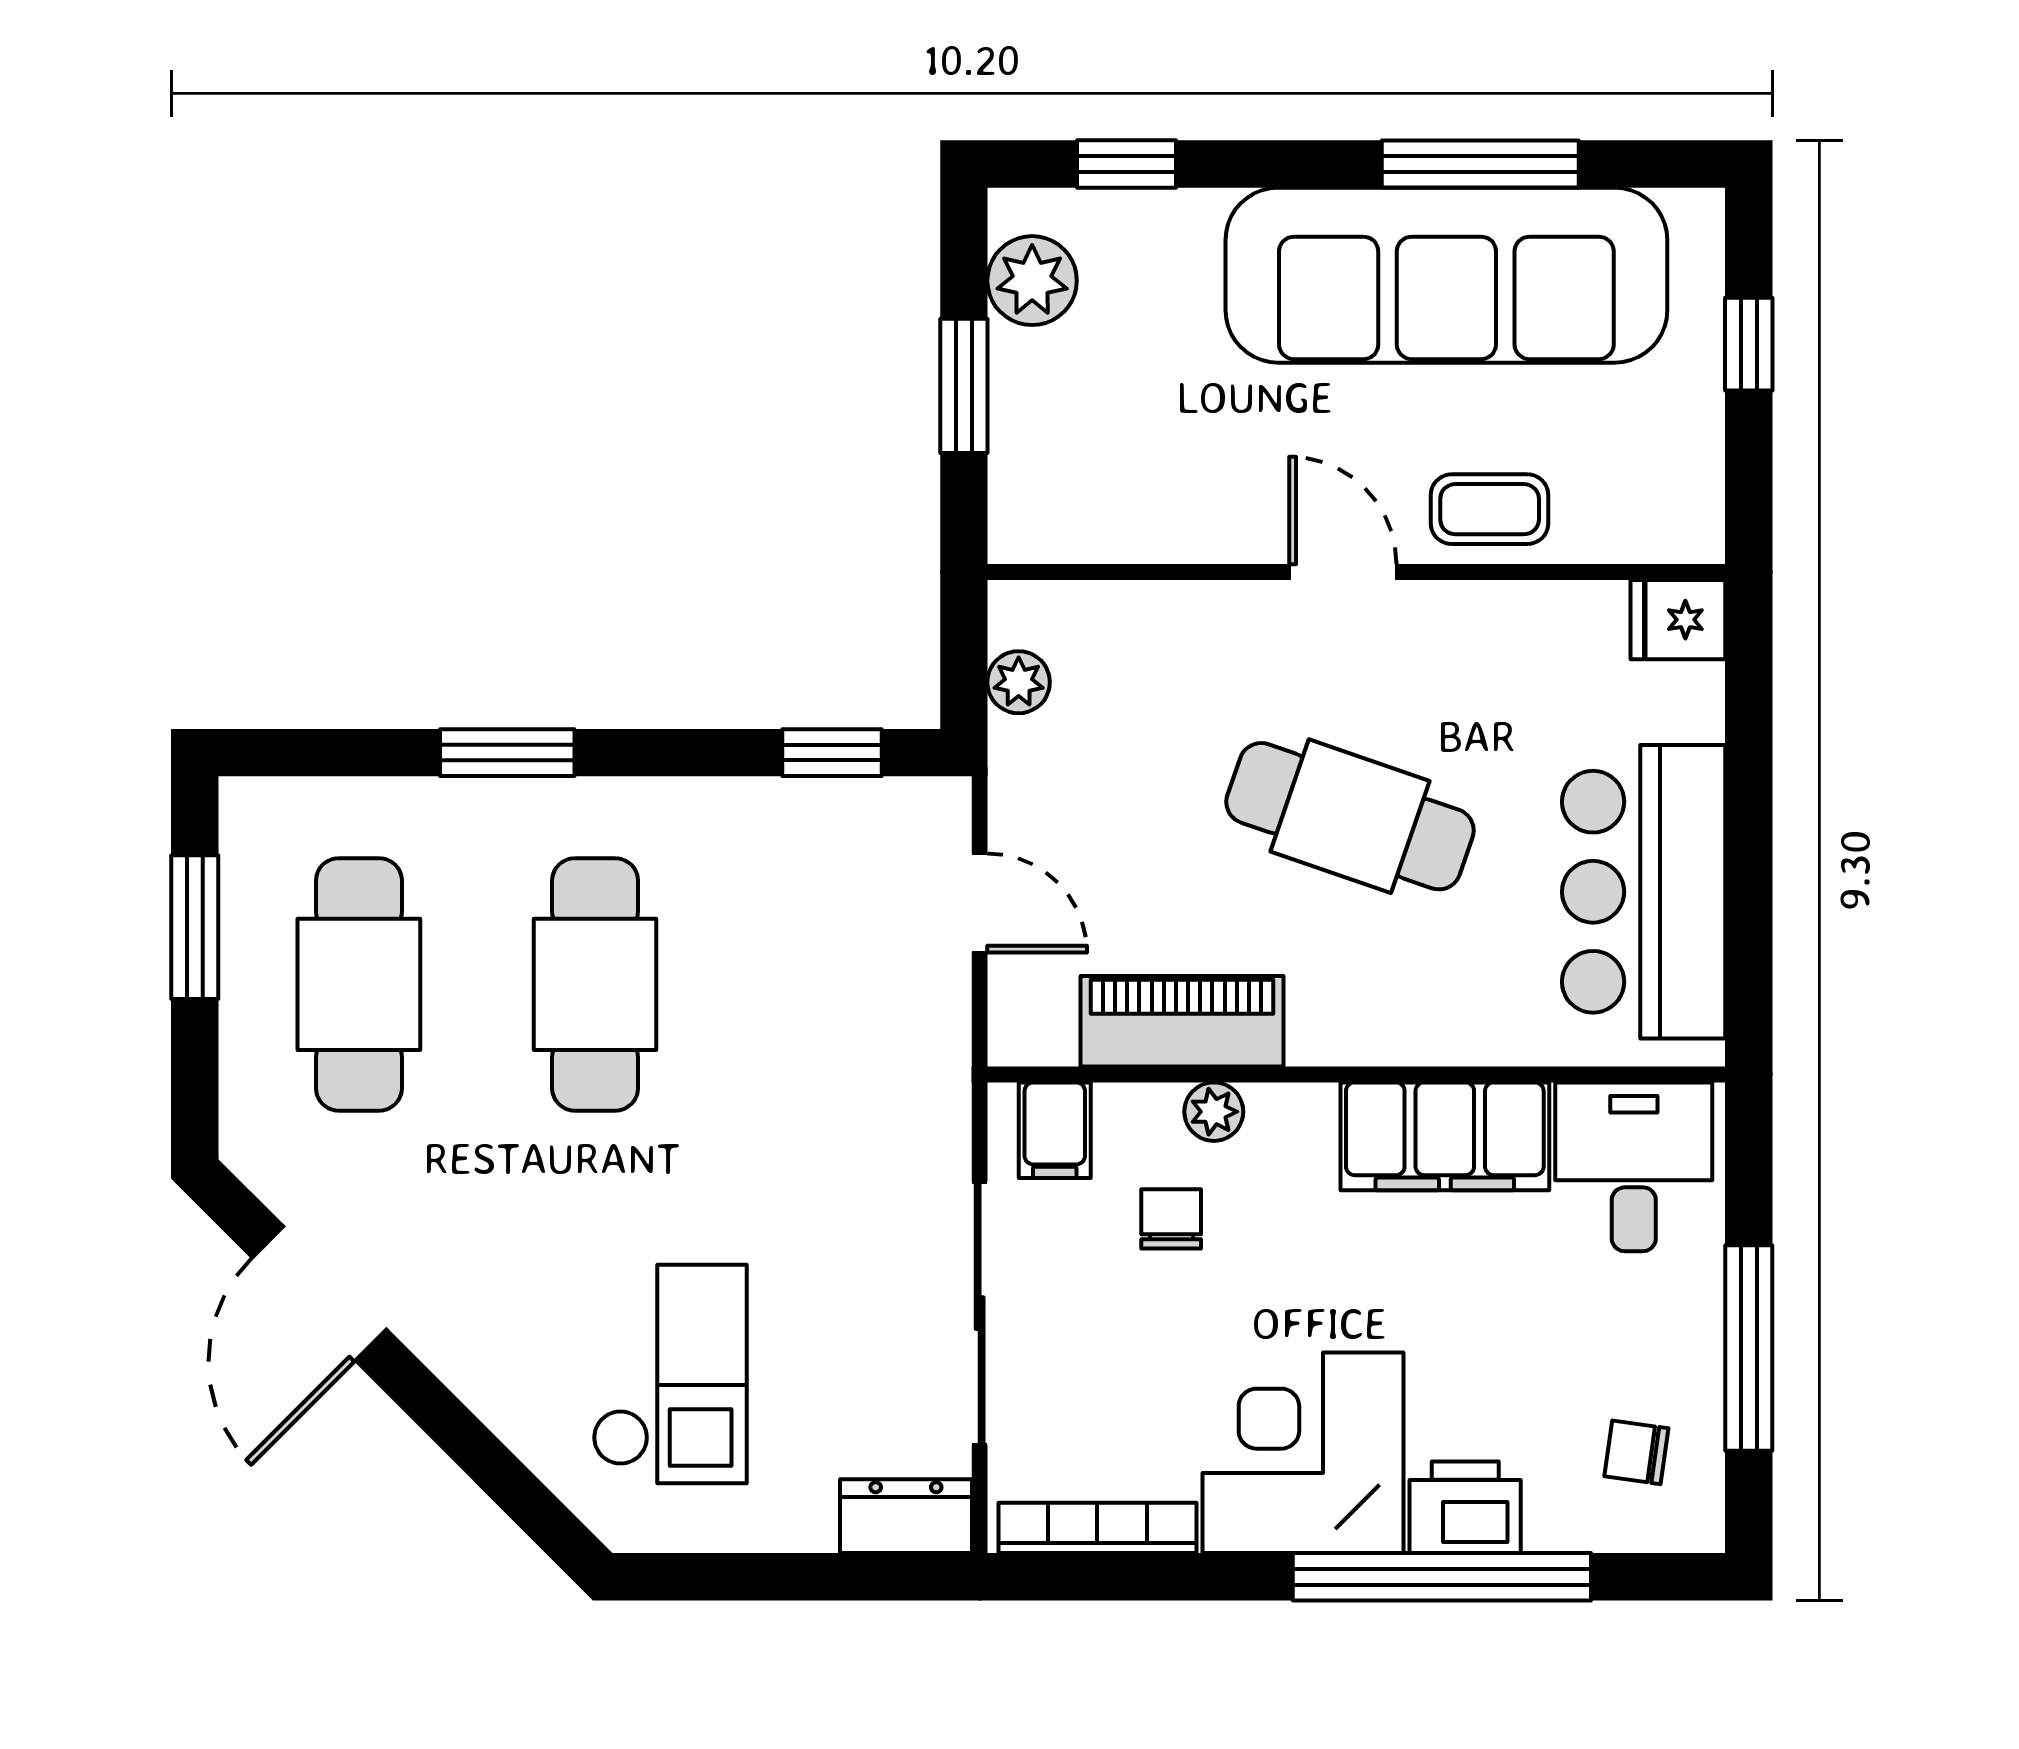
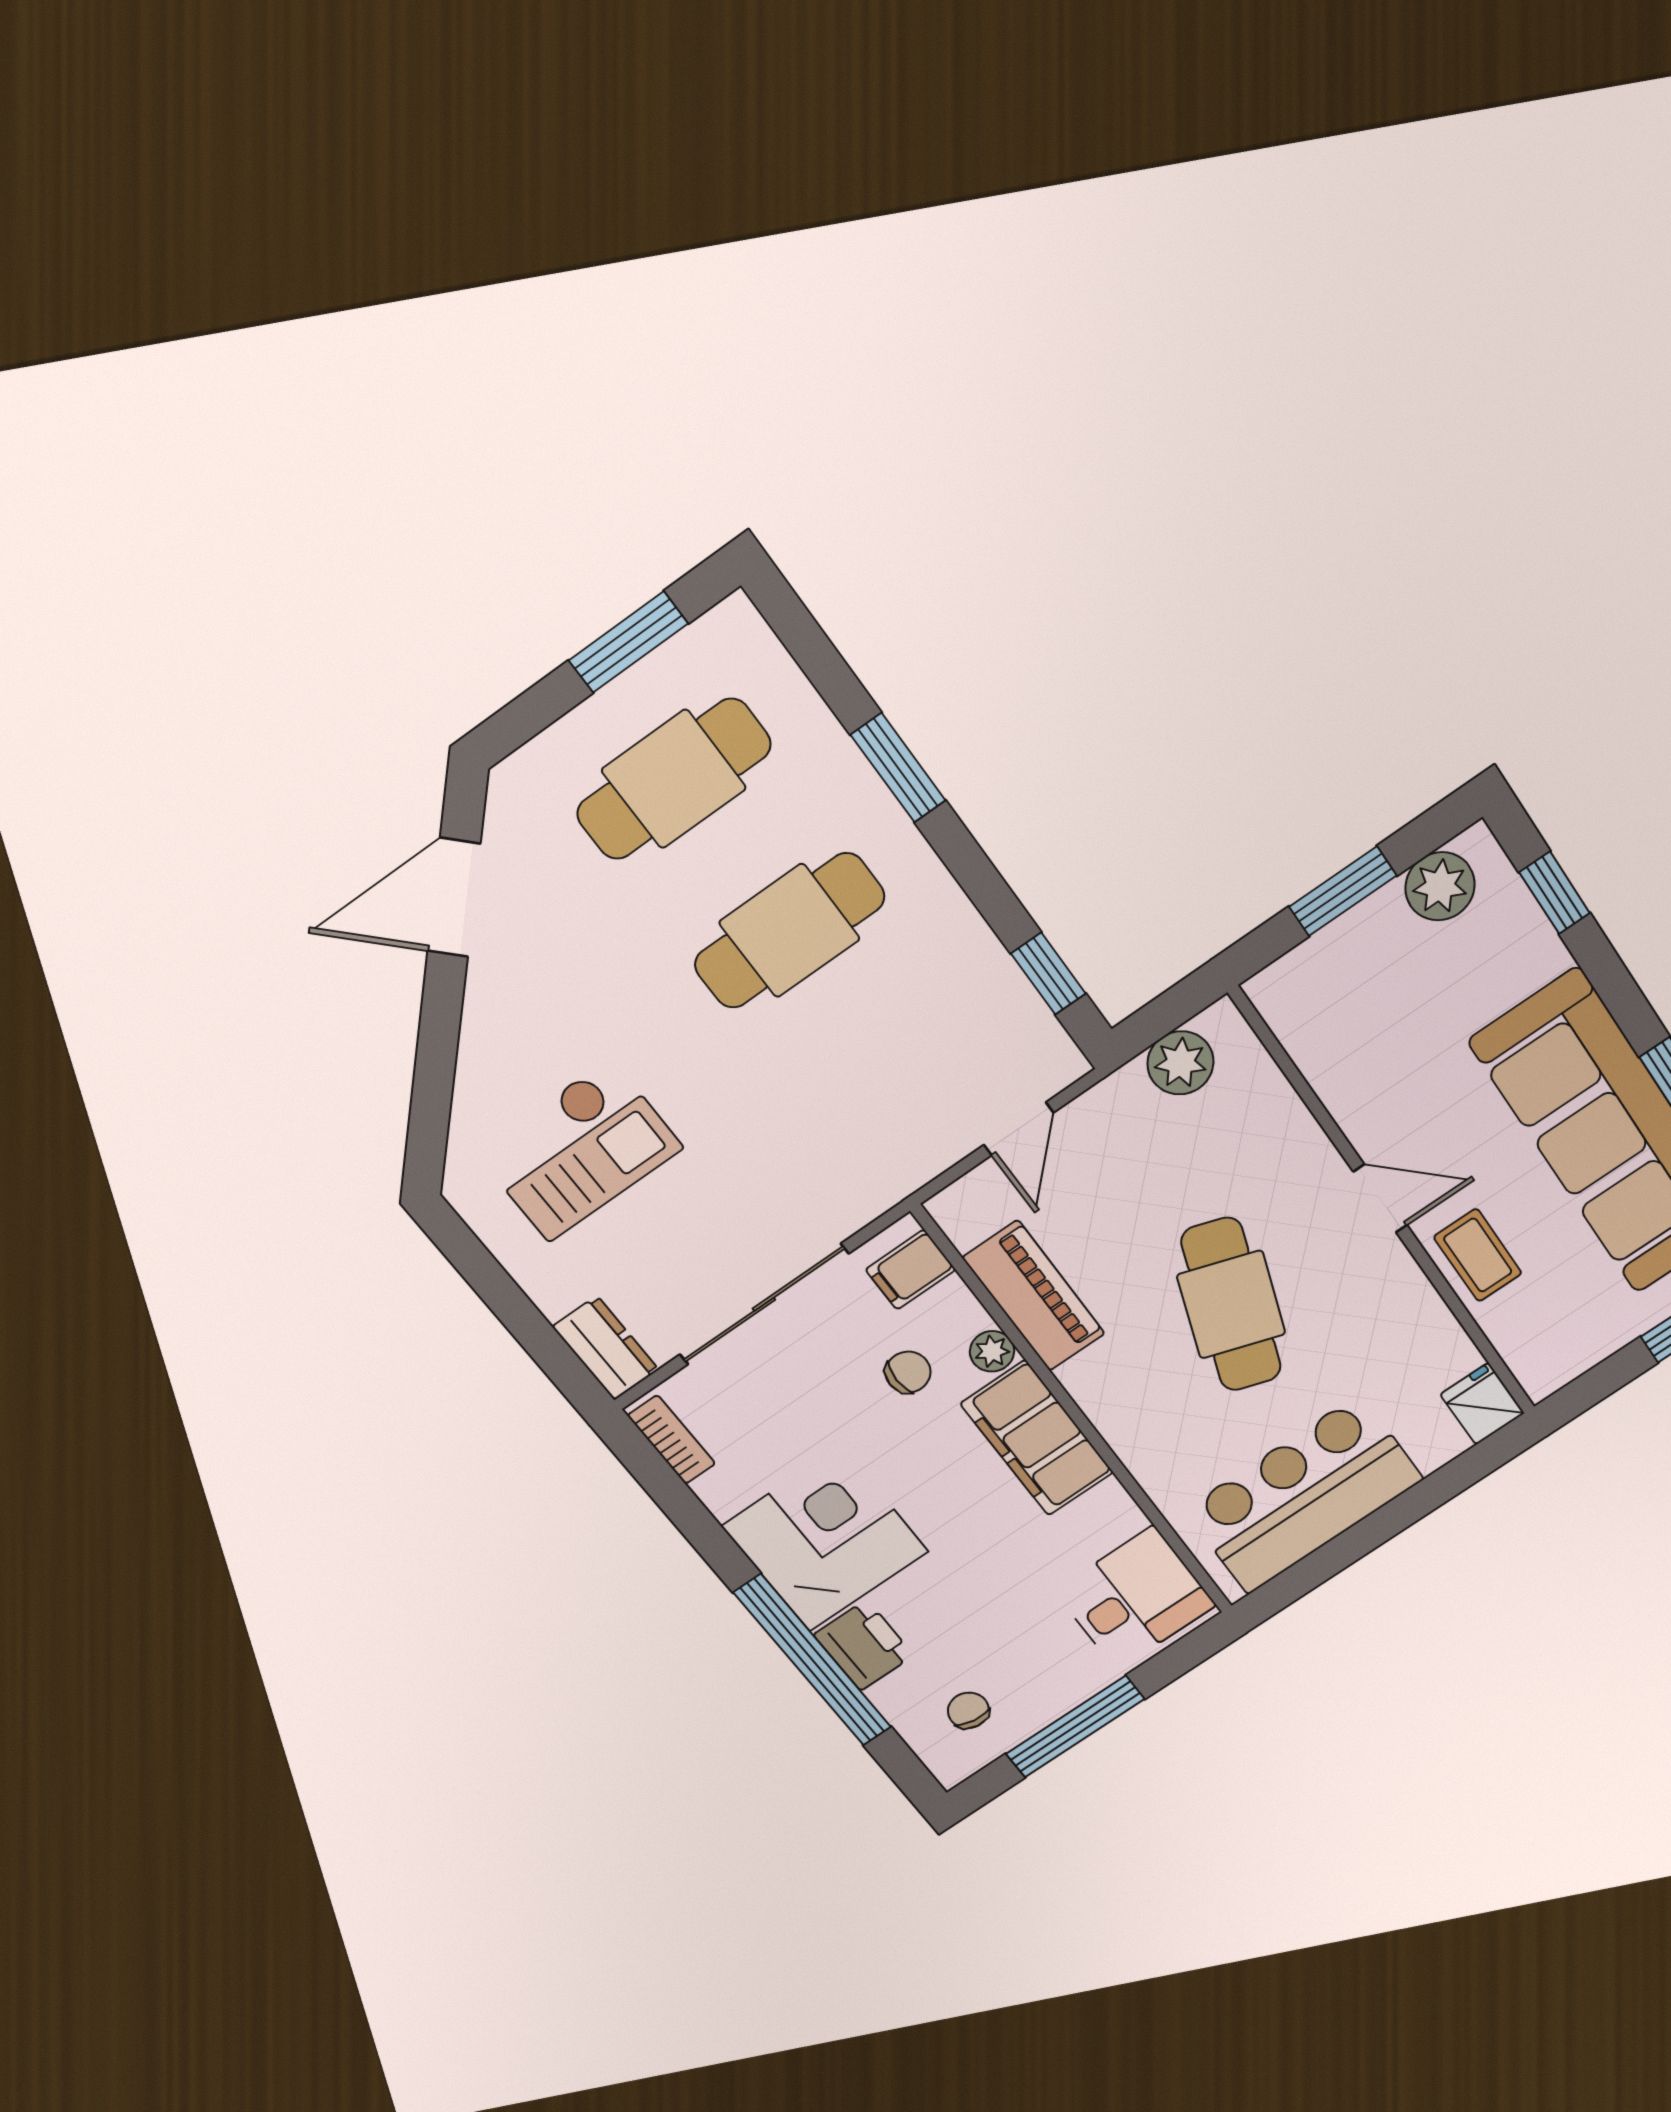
door: (1343, 572) -> (1380, 1198), hinge flipped
plant: (1019, 682) -> (1180, 1063), width x1.38, depth x1.38
filing cabinet: (1445, 1136) -> (1037, 1438), moved
bookcase: (1097, 1528) -> (672, 1440), width x0.64

